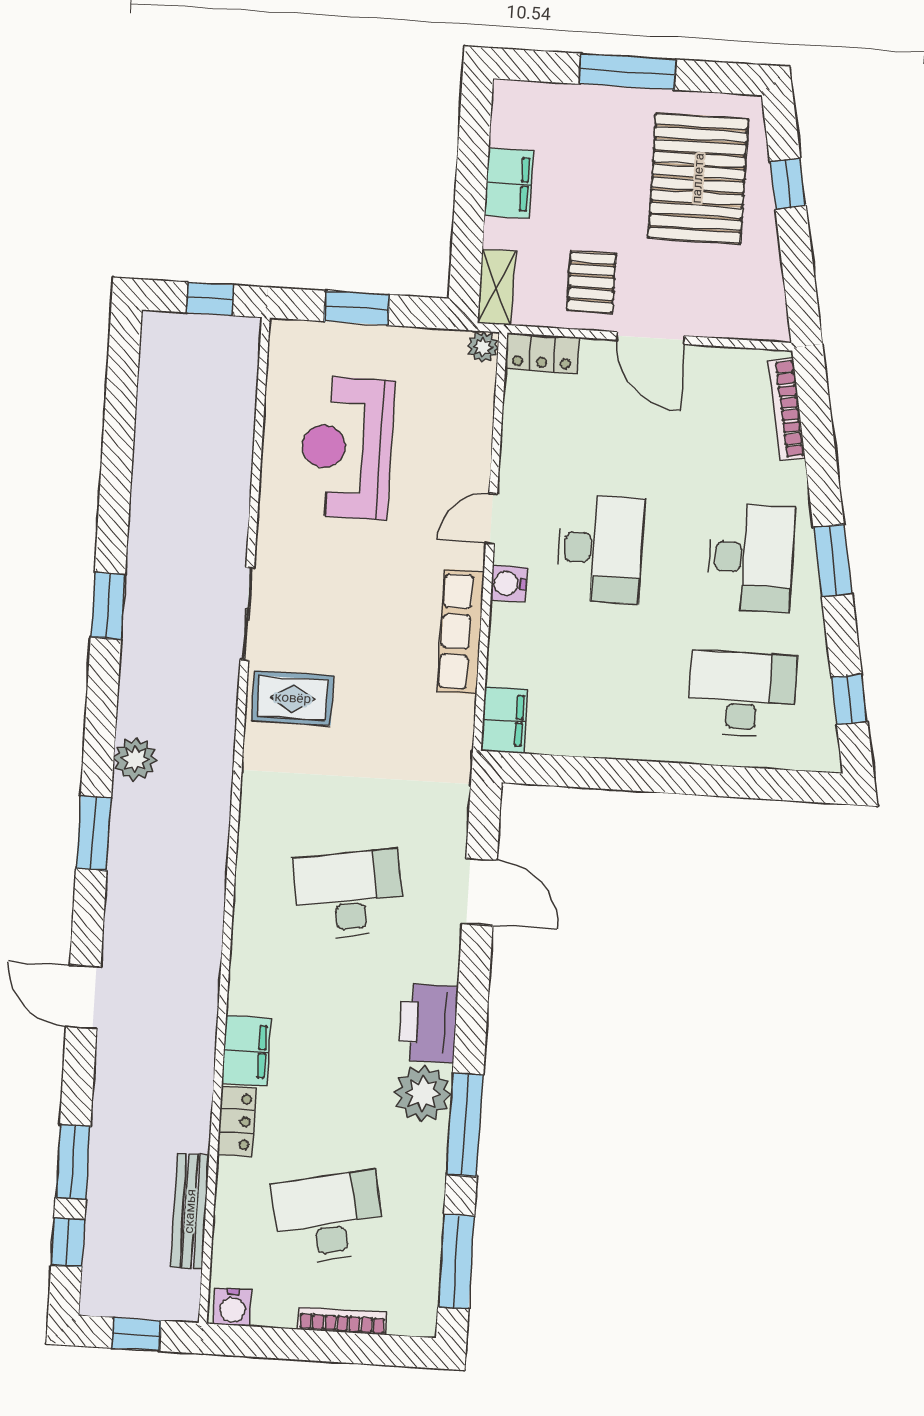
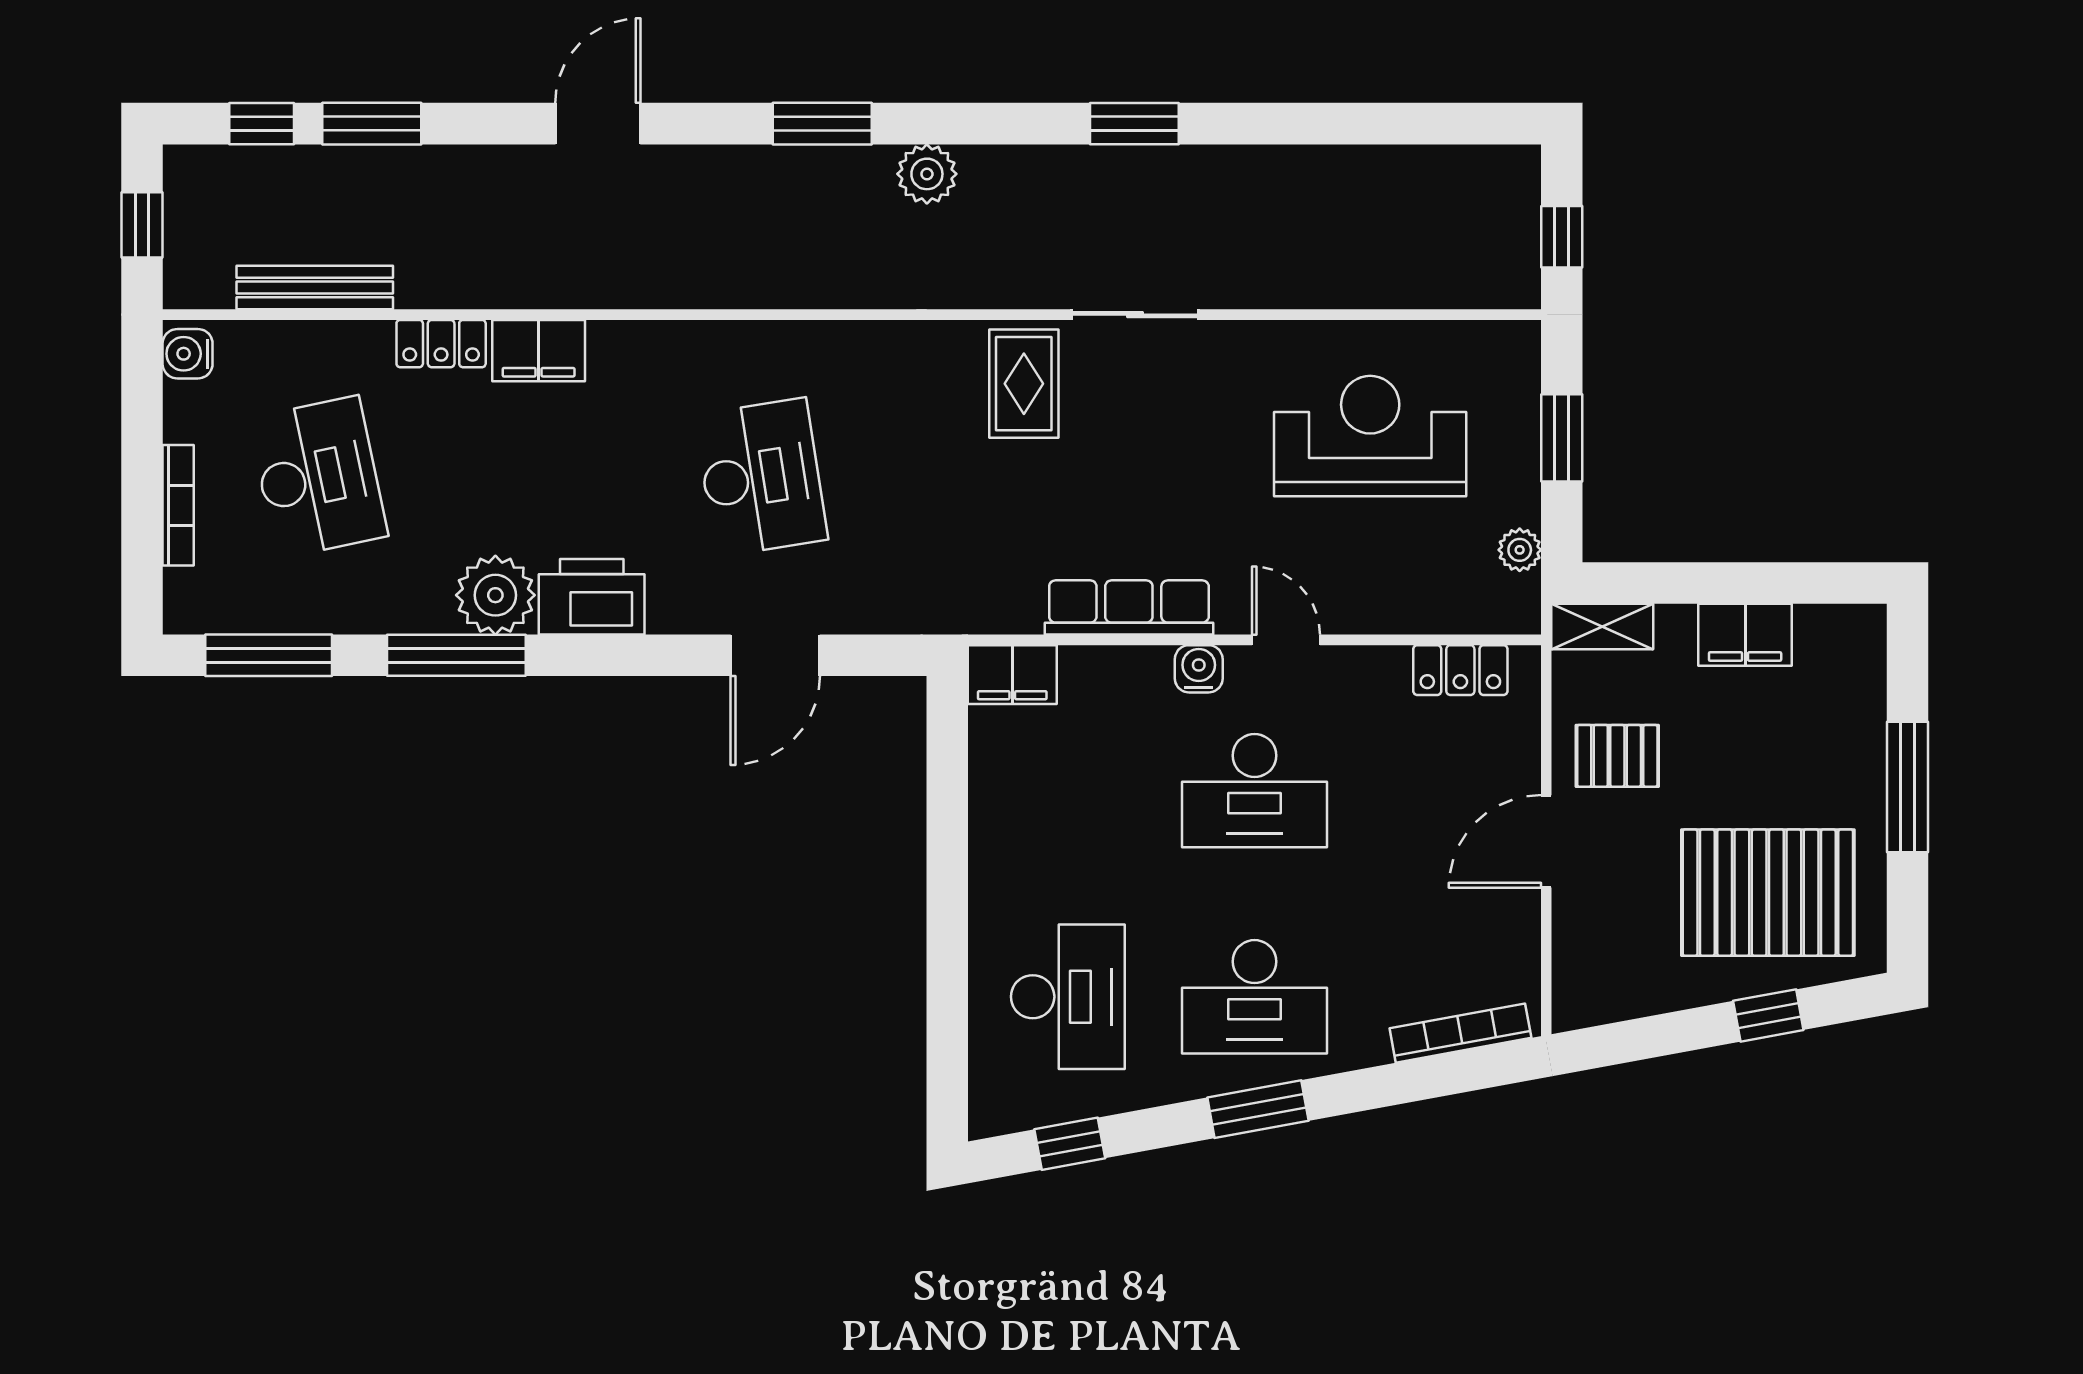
plant: (483, 347) -> (1520, 550), moved
locker: (542, 353) -> (1460, 670), moved, turned -90

